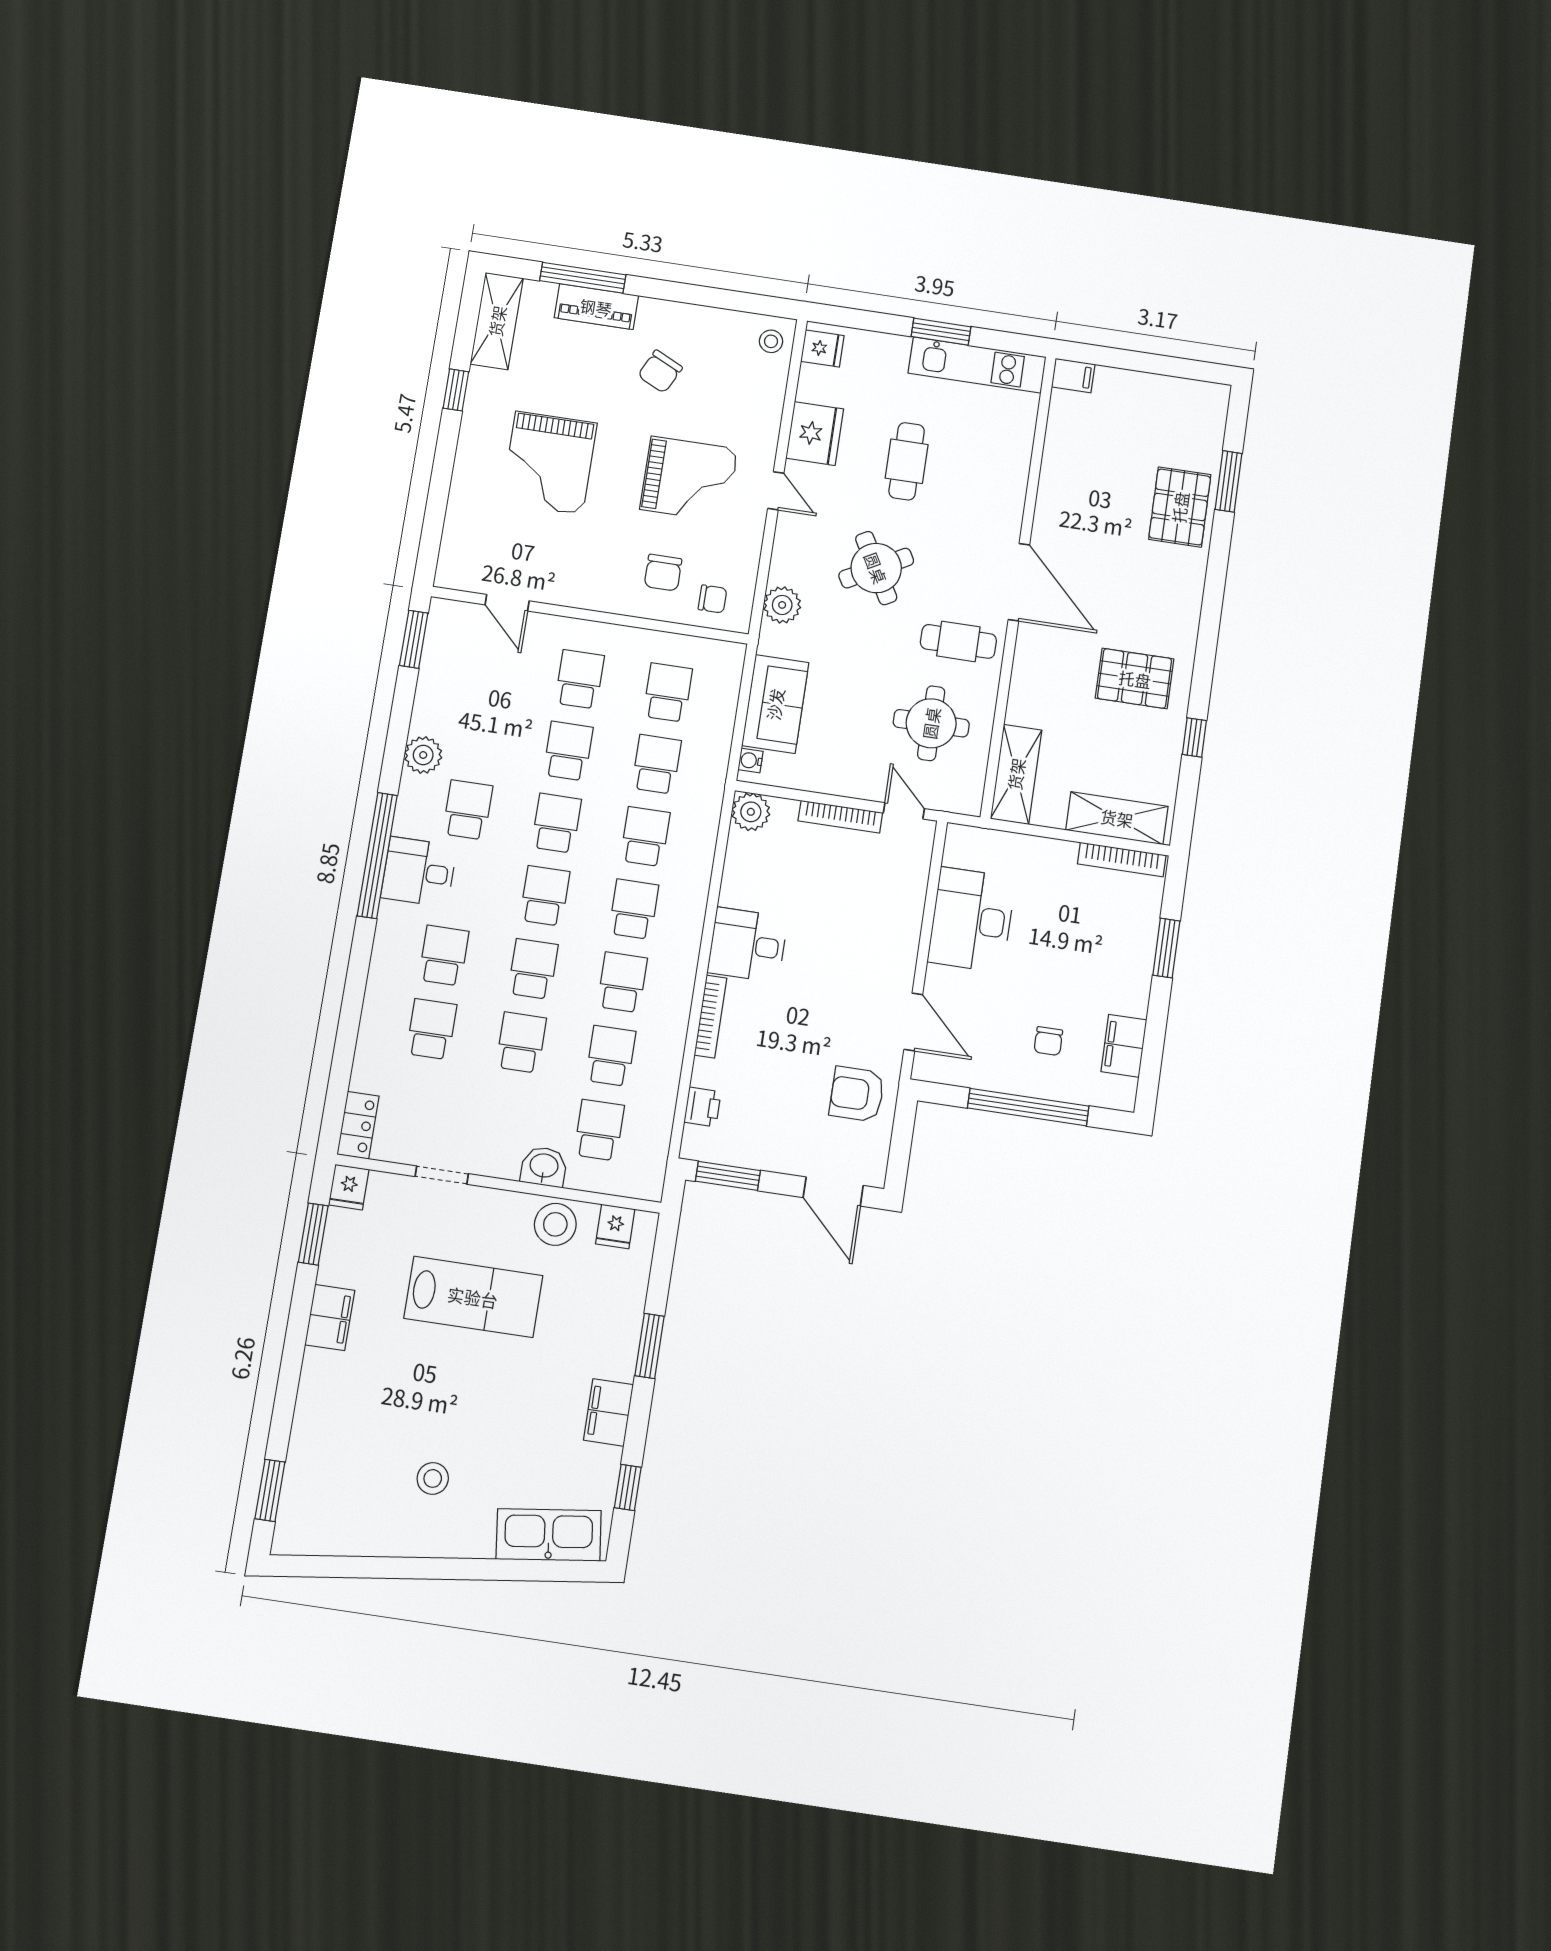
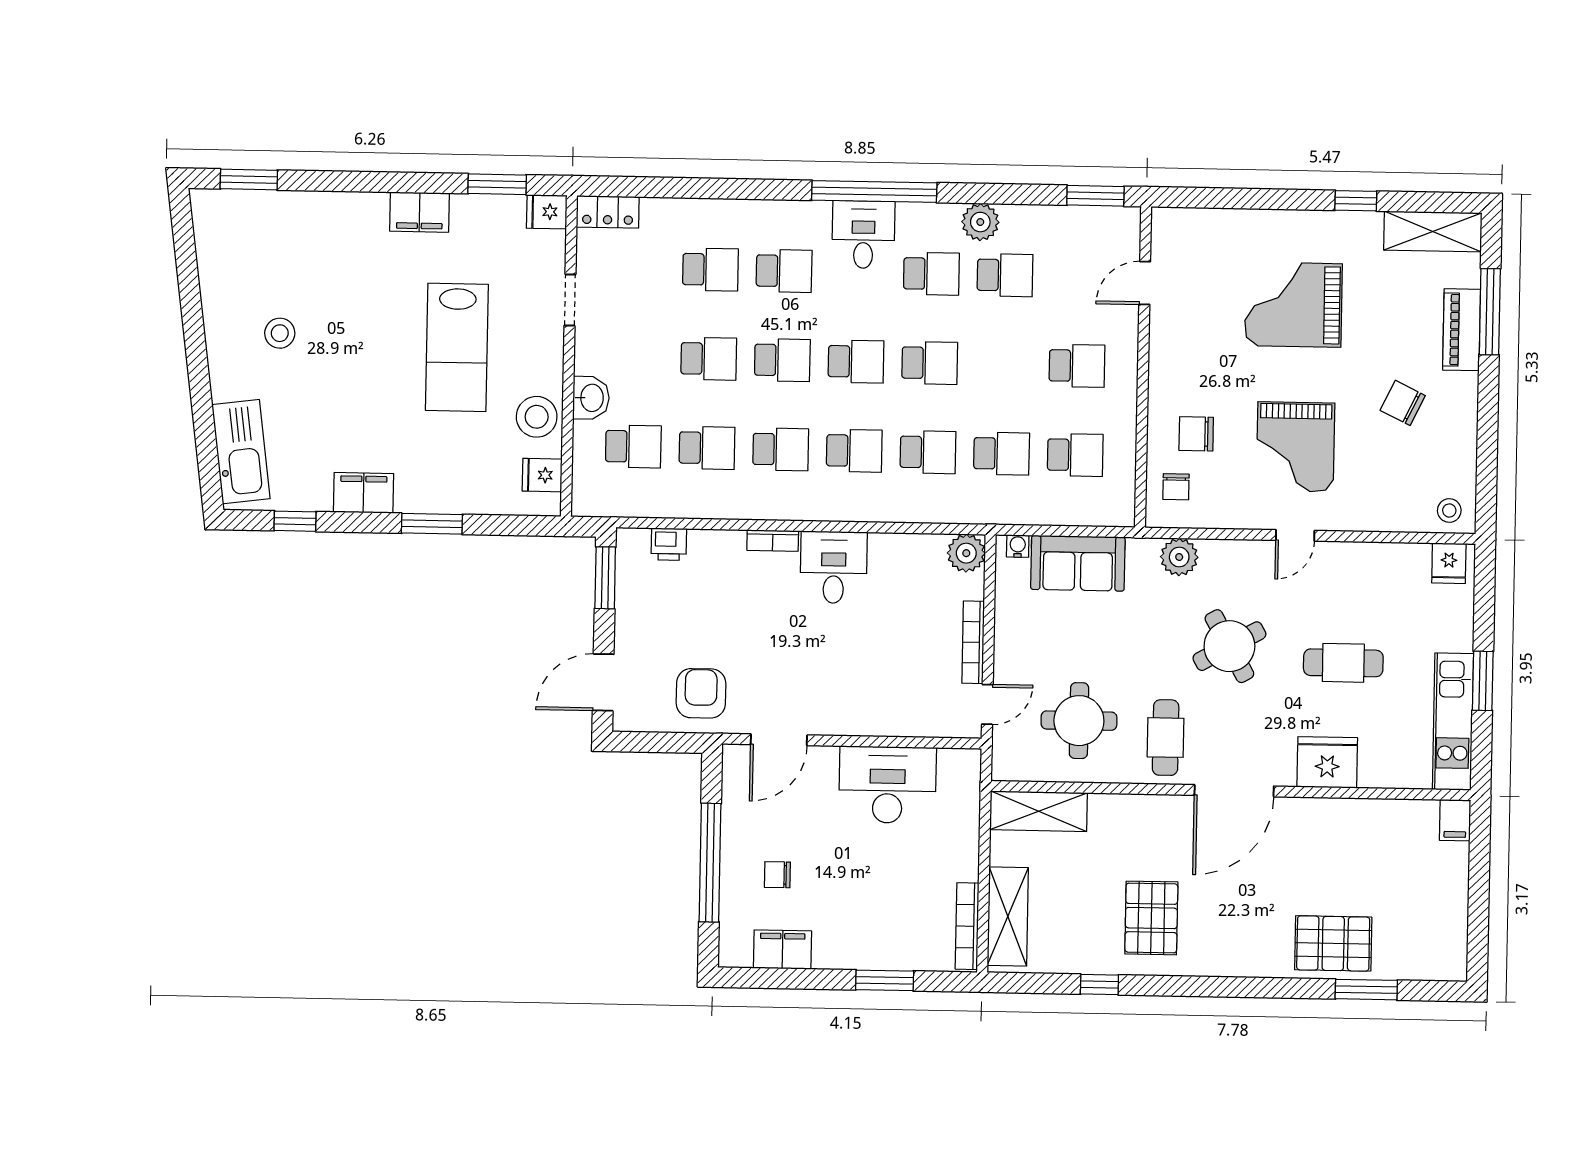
fridge: (815, 434) -> (1327, 762), moved, turned 180
school desk: (568, 751) -> (1005, 275), moved
bookcase: (711, 1017) -> (773, 541), width x0.64

